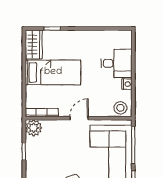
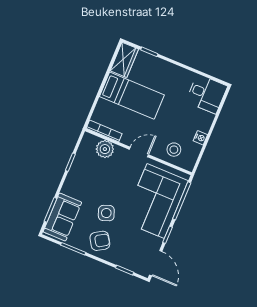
desk: (116, 63) -> (207, 94), moved
stool: (120, 108) -> (174, 150), moved
plant: (34, 128) -> (105, 149), moved

